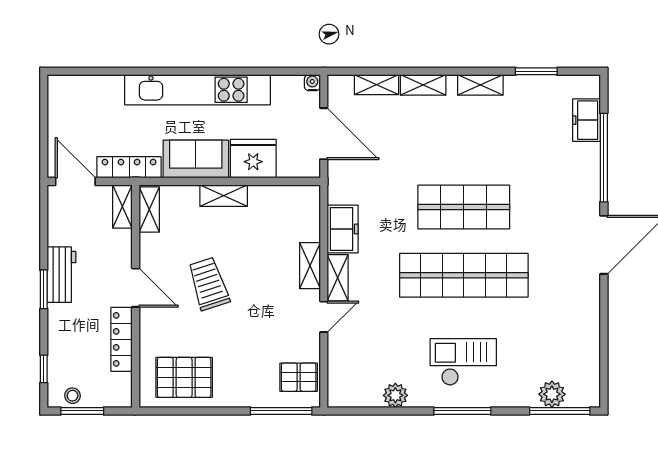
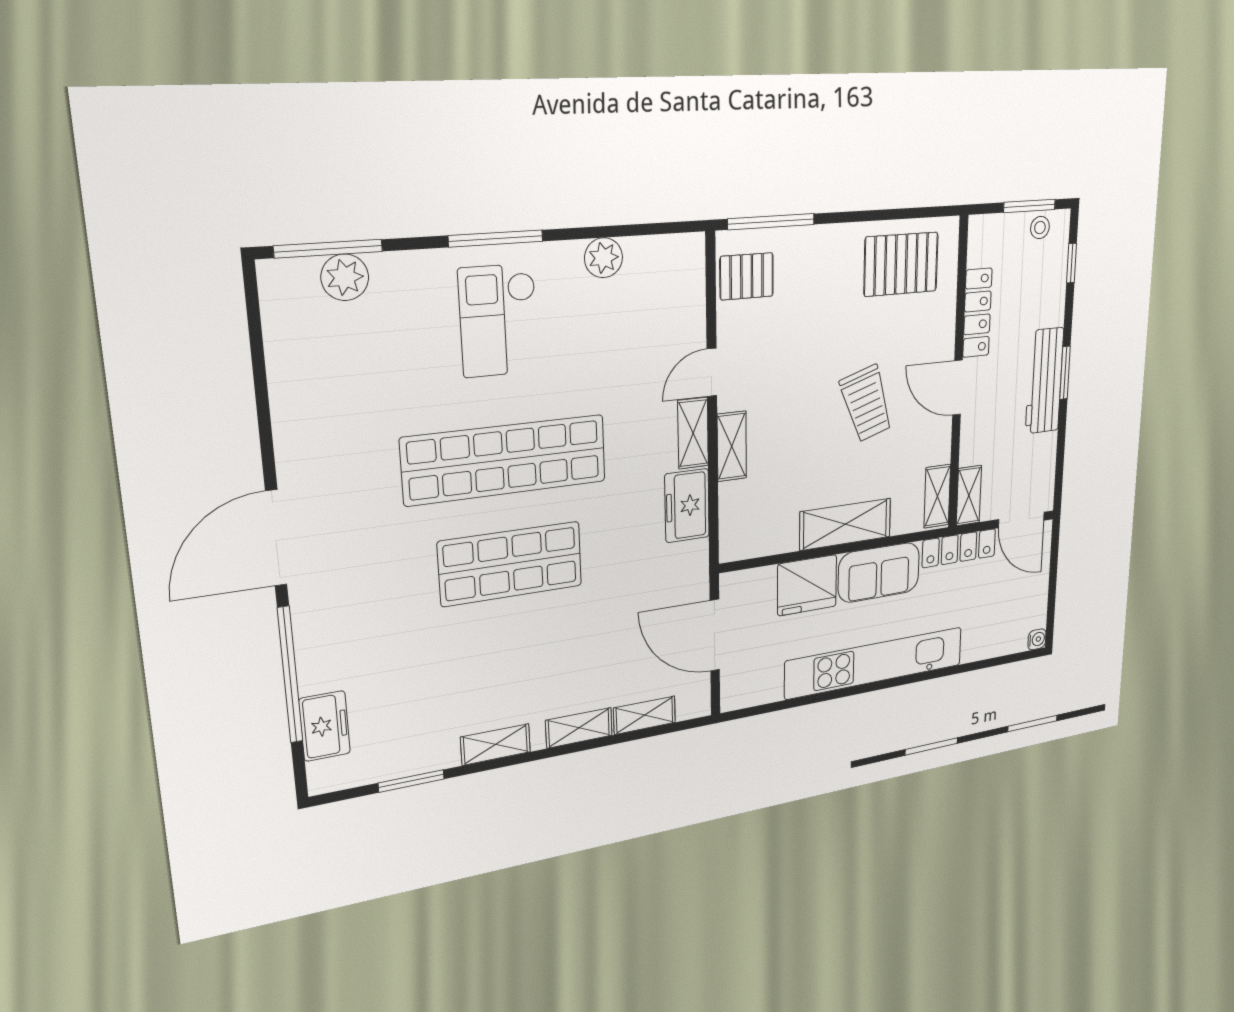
water cooler: (312, 83) -> (1037, 639), moved, turned -90
shelving: (224, 196) -> (845, 524), width x1.50, depth x1.33
workbench: (62, 275) -> (1044, 381), width x1.38
checkout: (463, 362) -> (499, 321), turned 90

